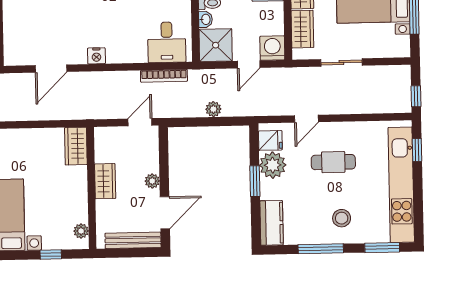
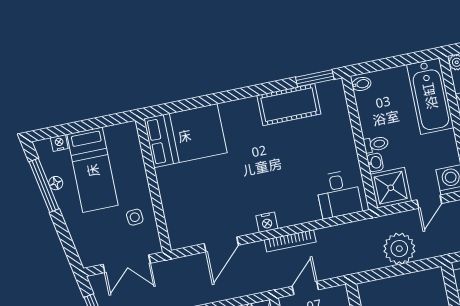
bookcase: (164, 76) -> (290, 241), moved
plant: (213, 109) -> (399, 249), width x1.87, depth x1.87
door: (140, 122) -> (305, 288), moved

